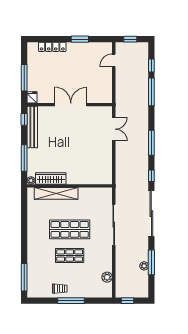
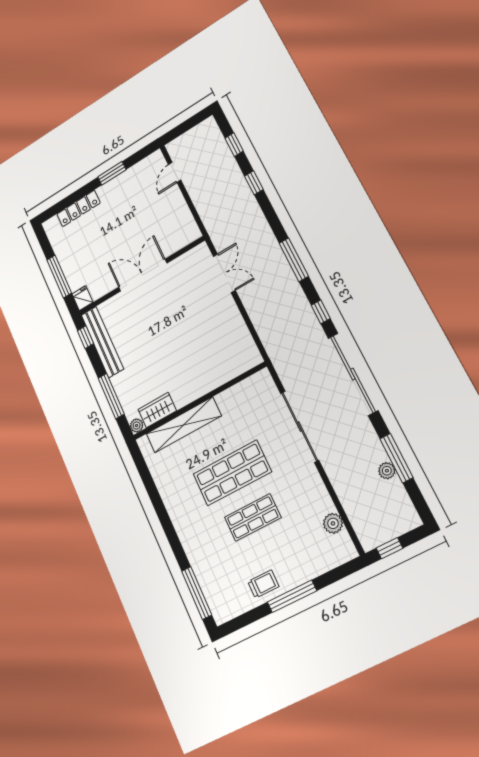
window: (130, 39) -> (184, 127), removed
window: (151, 92) -> (254, 183), width x0.46
wardrobe: (51, 179) -> (157, 410), width x0.67

